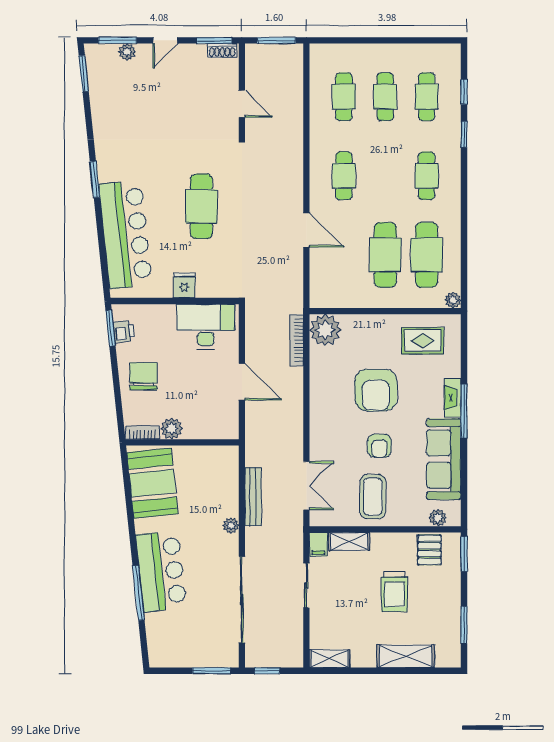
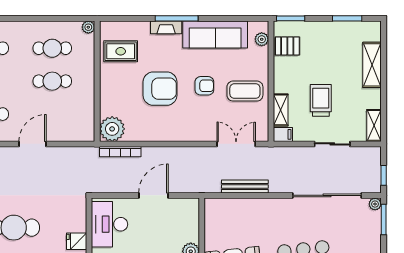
cafe table: (385, 255) -> (52, 81), width x0.73, depth x0.74
cafe table: (427, 255) -> (52, 48), width x0.73, depth x0.74
rug: (423, 341) -> (121, 51), turned 90
plant: (231, 525) -> (375, 204), moved
sliding door: (306, 585) -> (332, 144), moved
trolley: (394, 591) -> (321, 100), moved, turned -90

